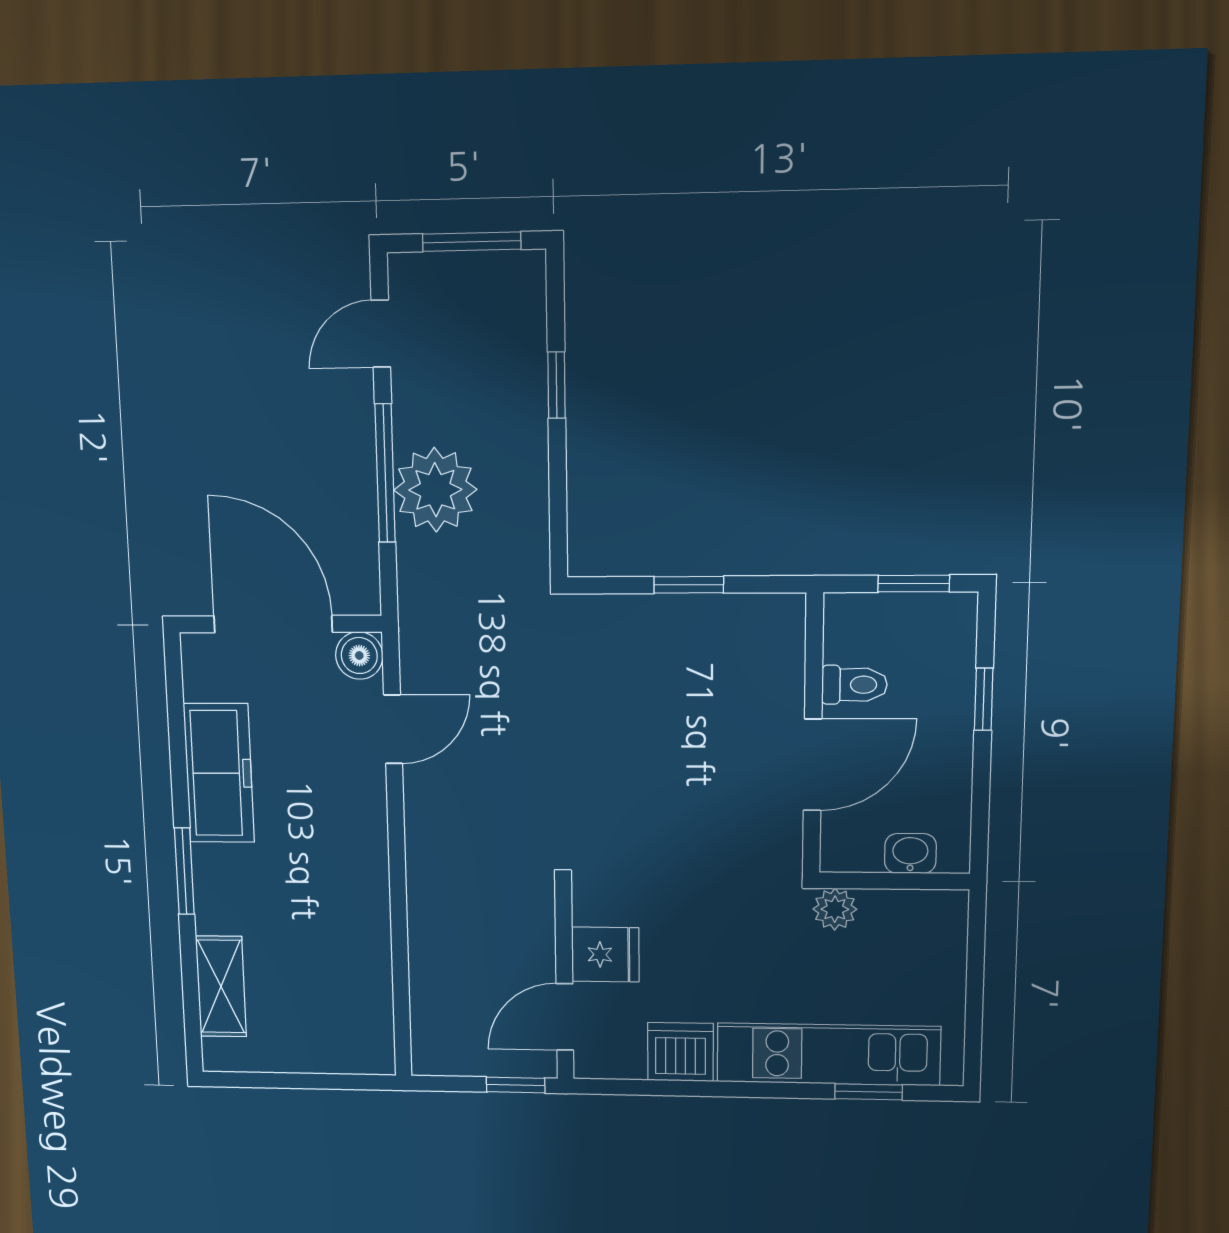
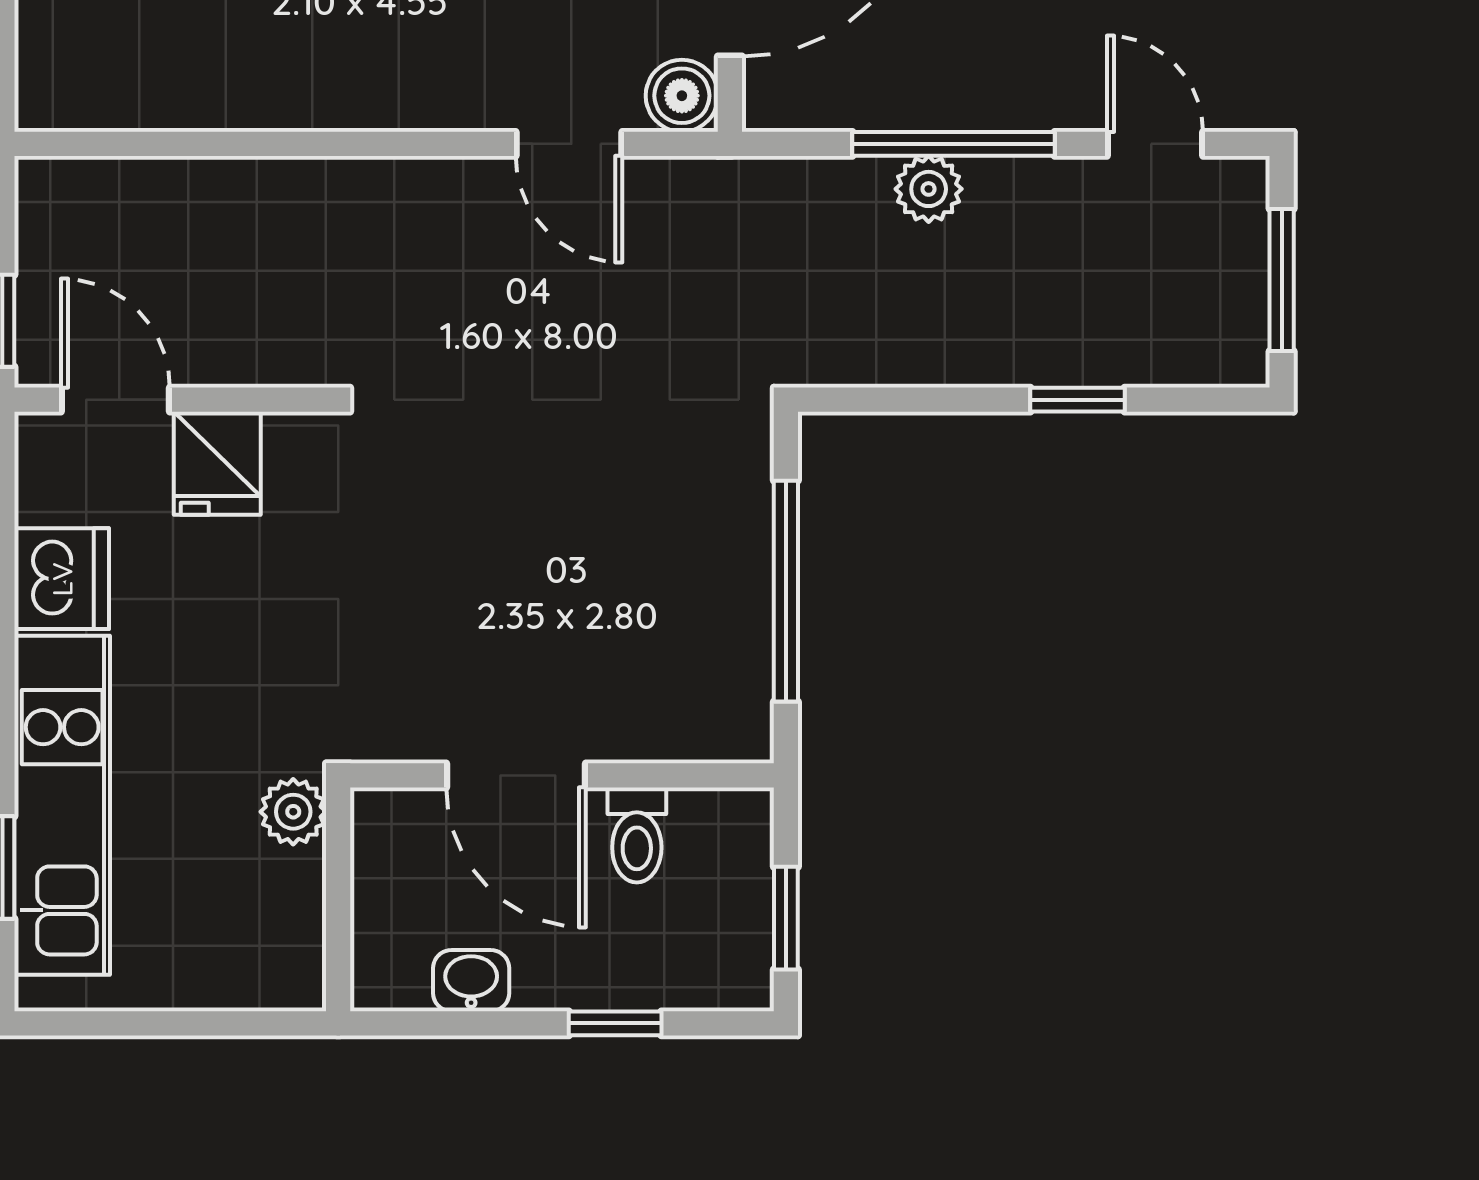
plant: (435, 490) -> (929, 189), width x0.53, depth x0.53
window: (689, 585) -> (786, 591), width x2.17
washbasin: (910, 854) -> (471, 981), moved, turned -90

